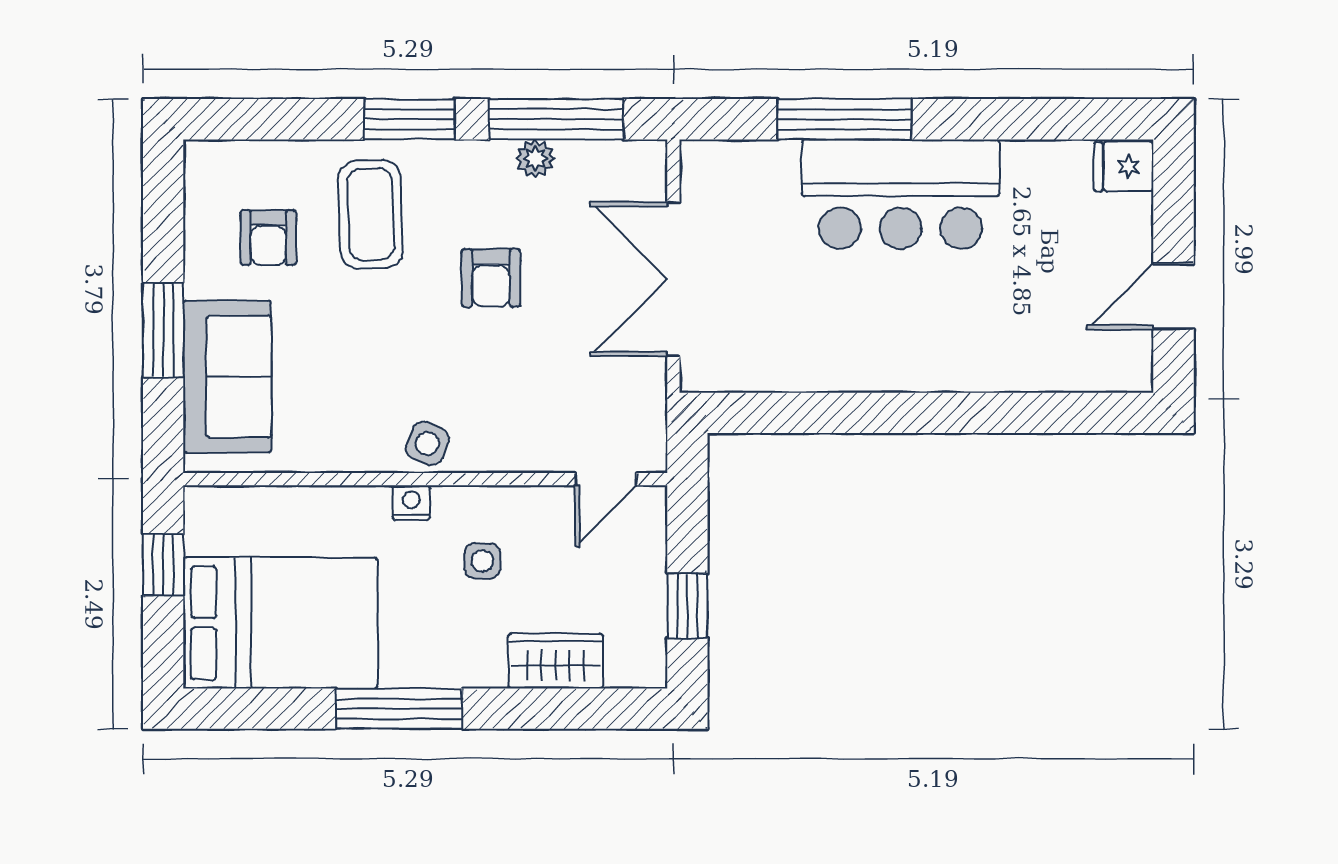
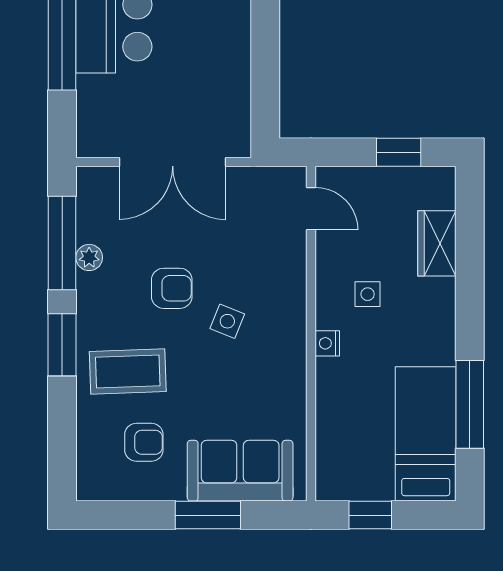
side table: (427, 444) -> (227, 321), moved
bed: (280, 623) -> (426, 434), width x0.67
window: (399, 709) -> (470, 404), moved

